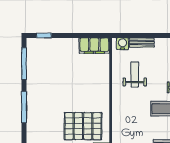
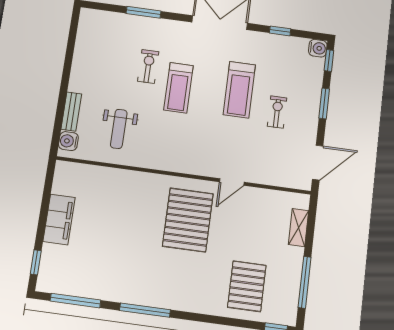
filing cabinet: (94, 46) -> (59, 219), moved
weight bench: (135, 74) -> (119, 129), turned -90

